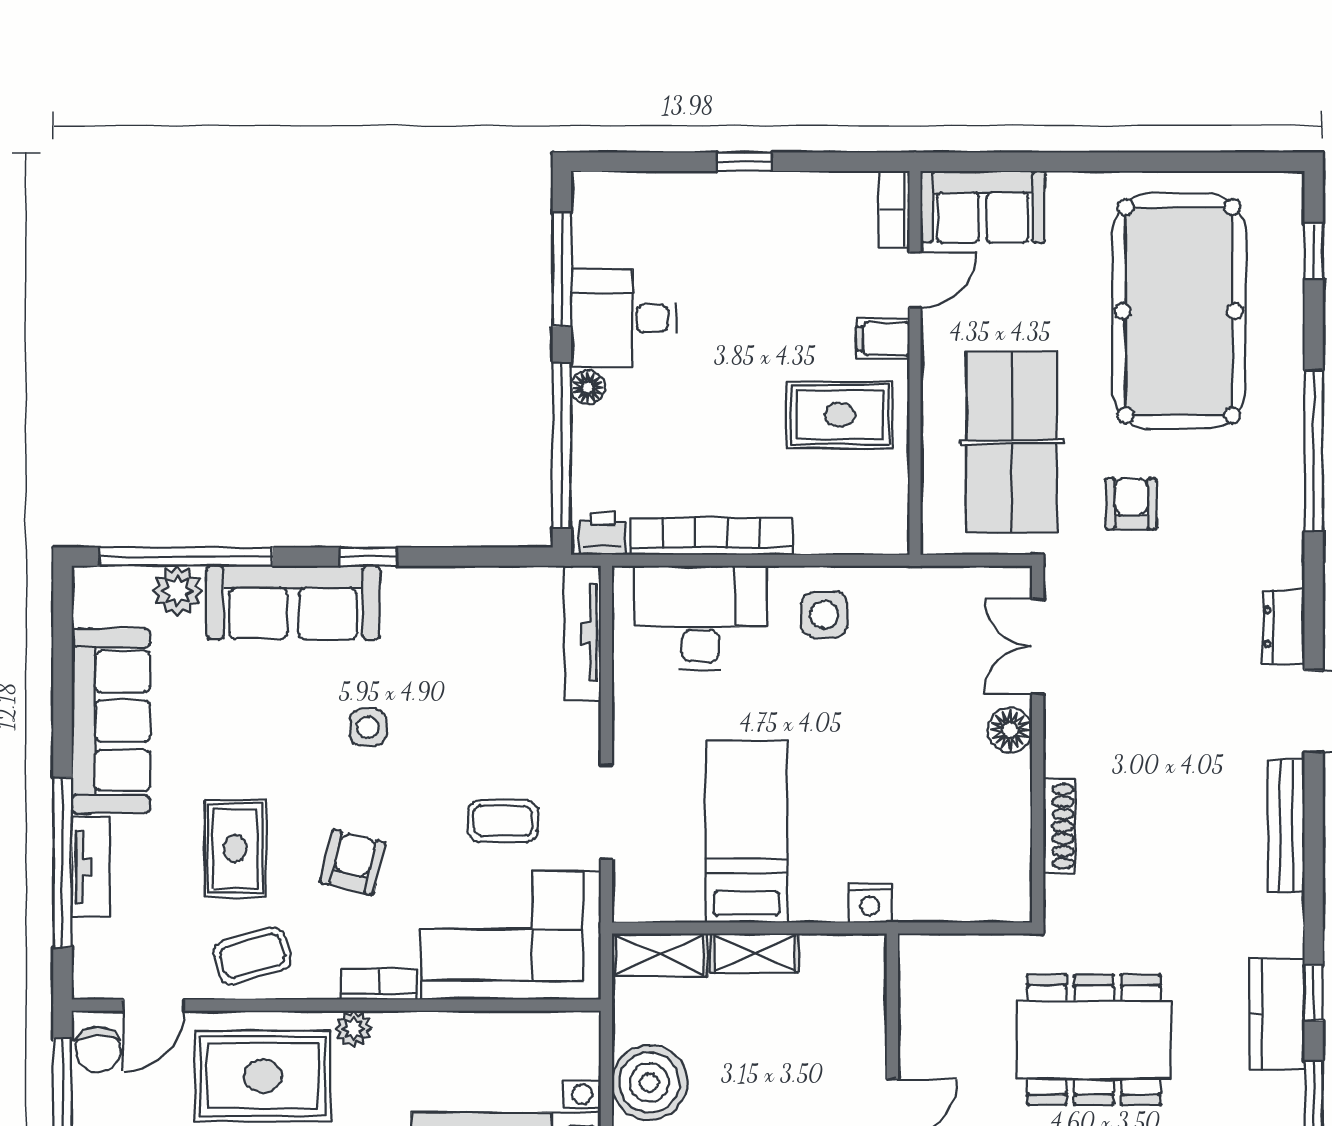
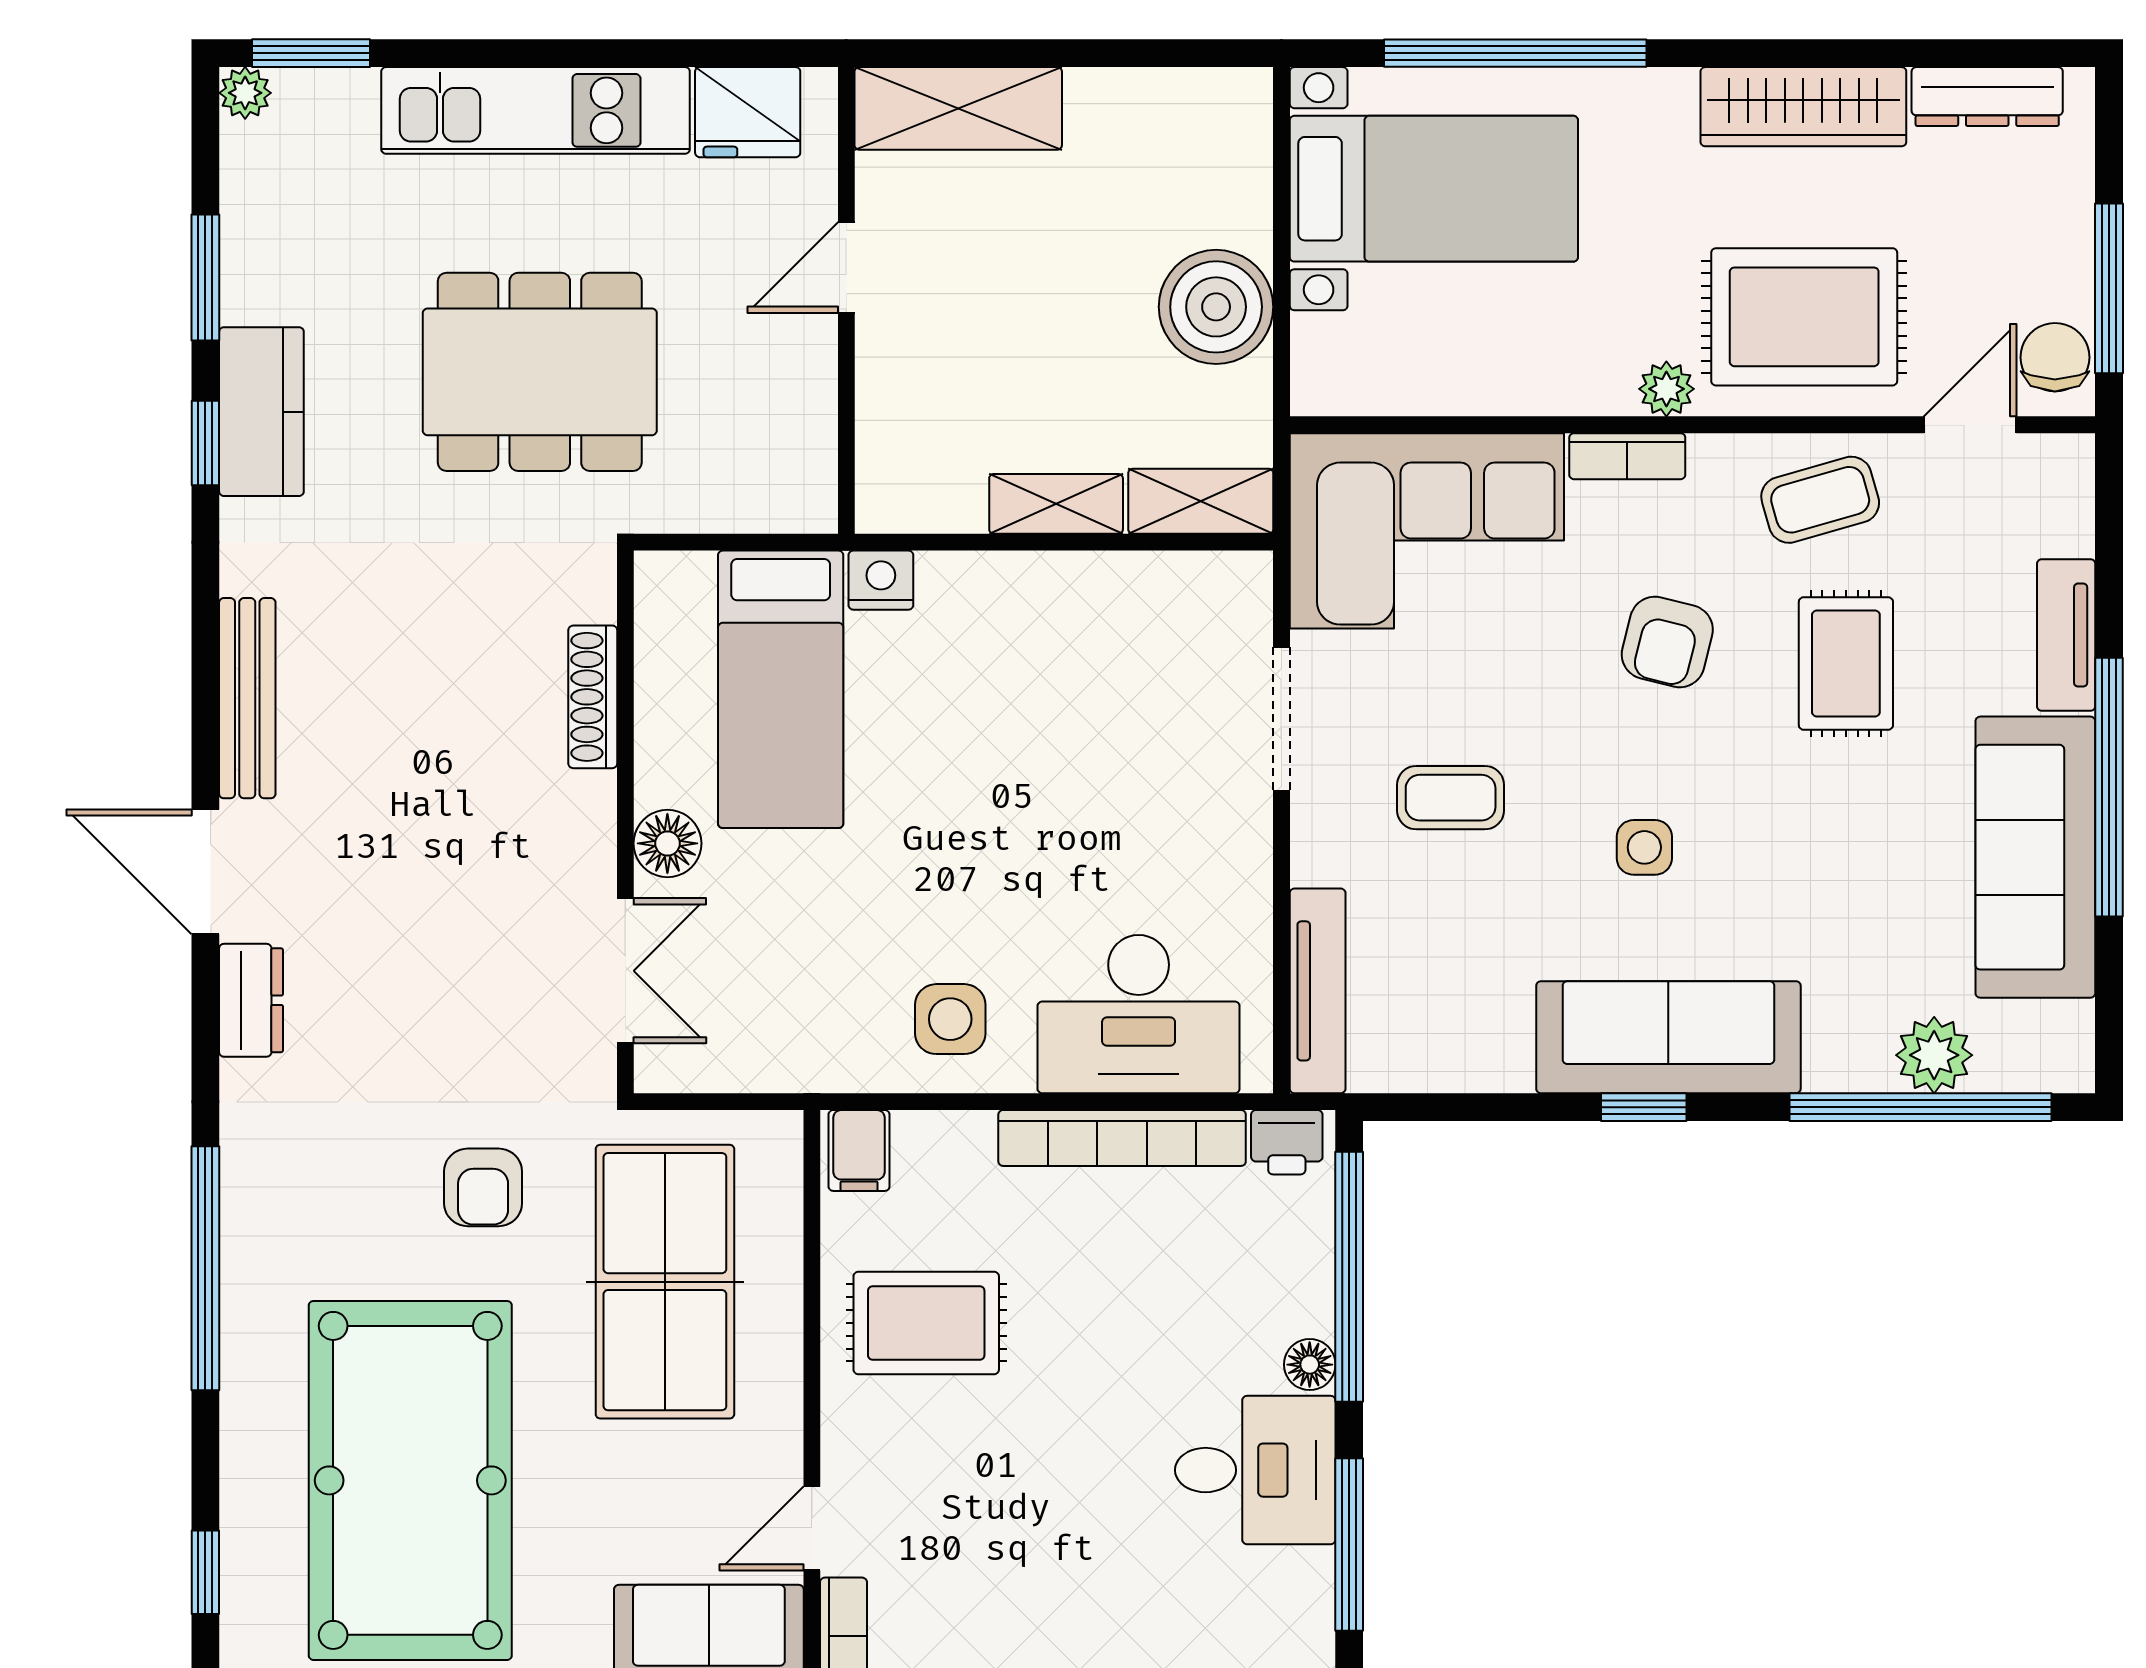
filing cabinet: (883, 339) -> (859, 1150), moved, turned 90
sofa: (293, 603) -> (1668, 1037), moved
coffee table: (503, 821) -> (1451, 798), moved
bed: (747, 831) -> (781, 689), moved
window: (62, 862) -> (2109, 787), moved

